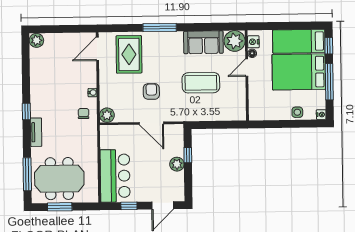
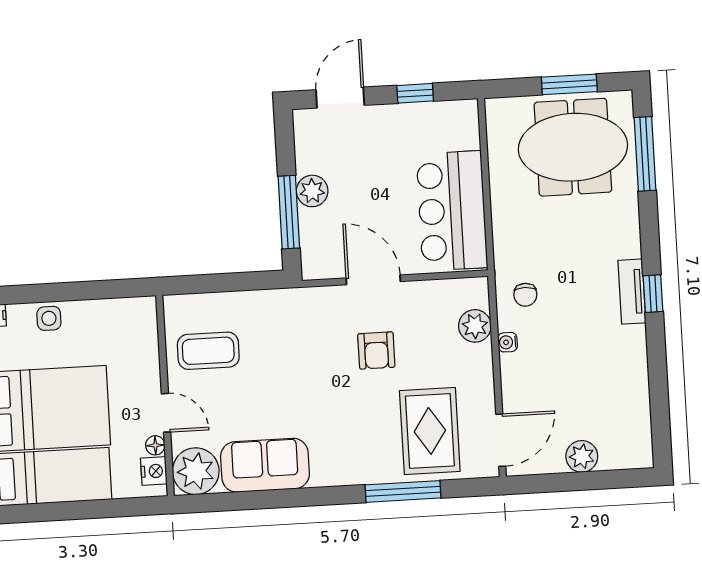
window: (160, 28) -> (403, 491), moved
plant: (36, 40) -> (582, 456), moved
door: (247, 68) -> (166, 413), hinge flipped
coffee table: (201, 83) -> (208, 351), moved, width x0.73, depth x0.76
plant: (107, 115) -> (475, 326), moved
tv unit: (36, 132) -> (632, 292), moved
window: (188, 155) -> (289, 212), width x2.17
bar counter: (115, 176) -> (452, 211), moved

